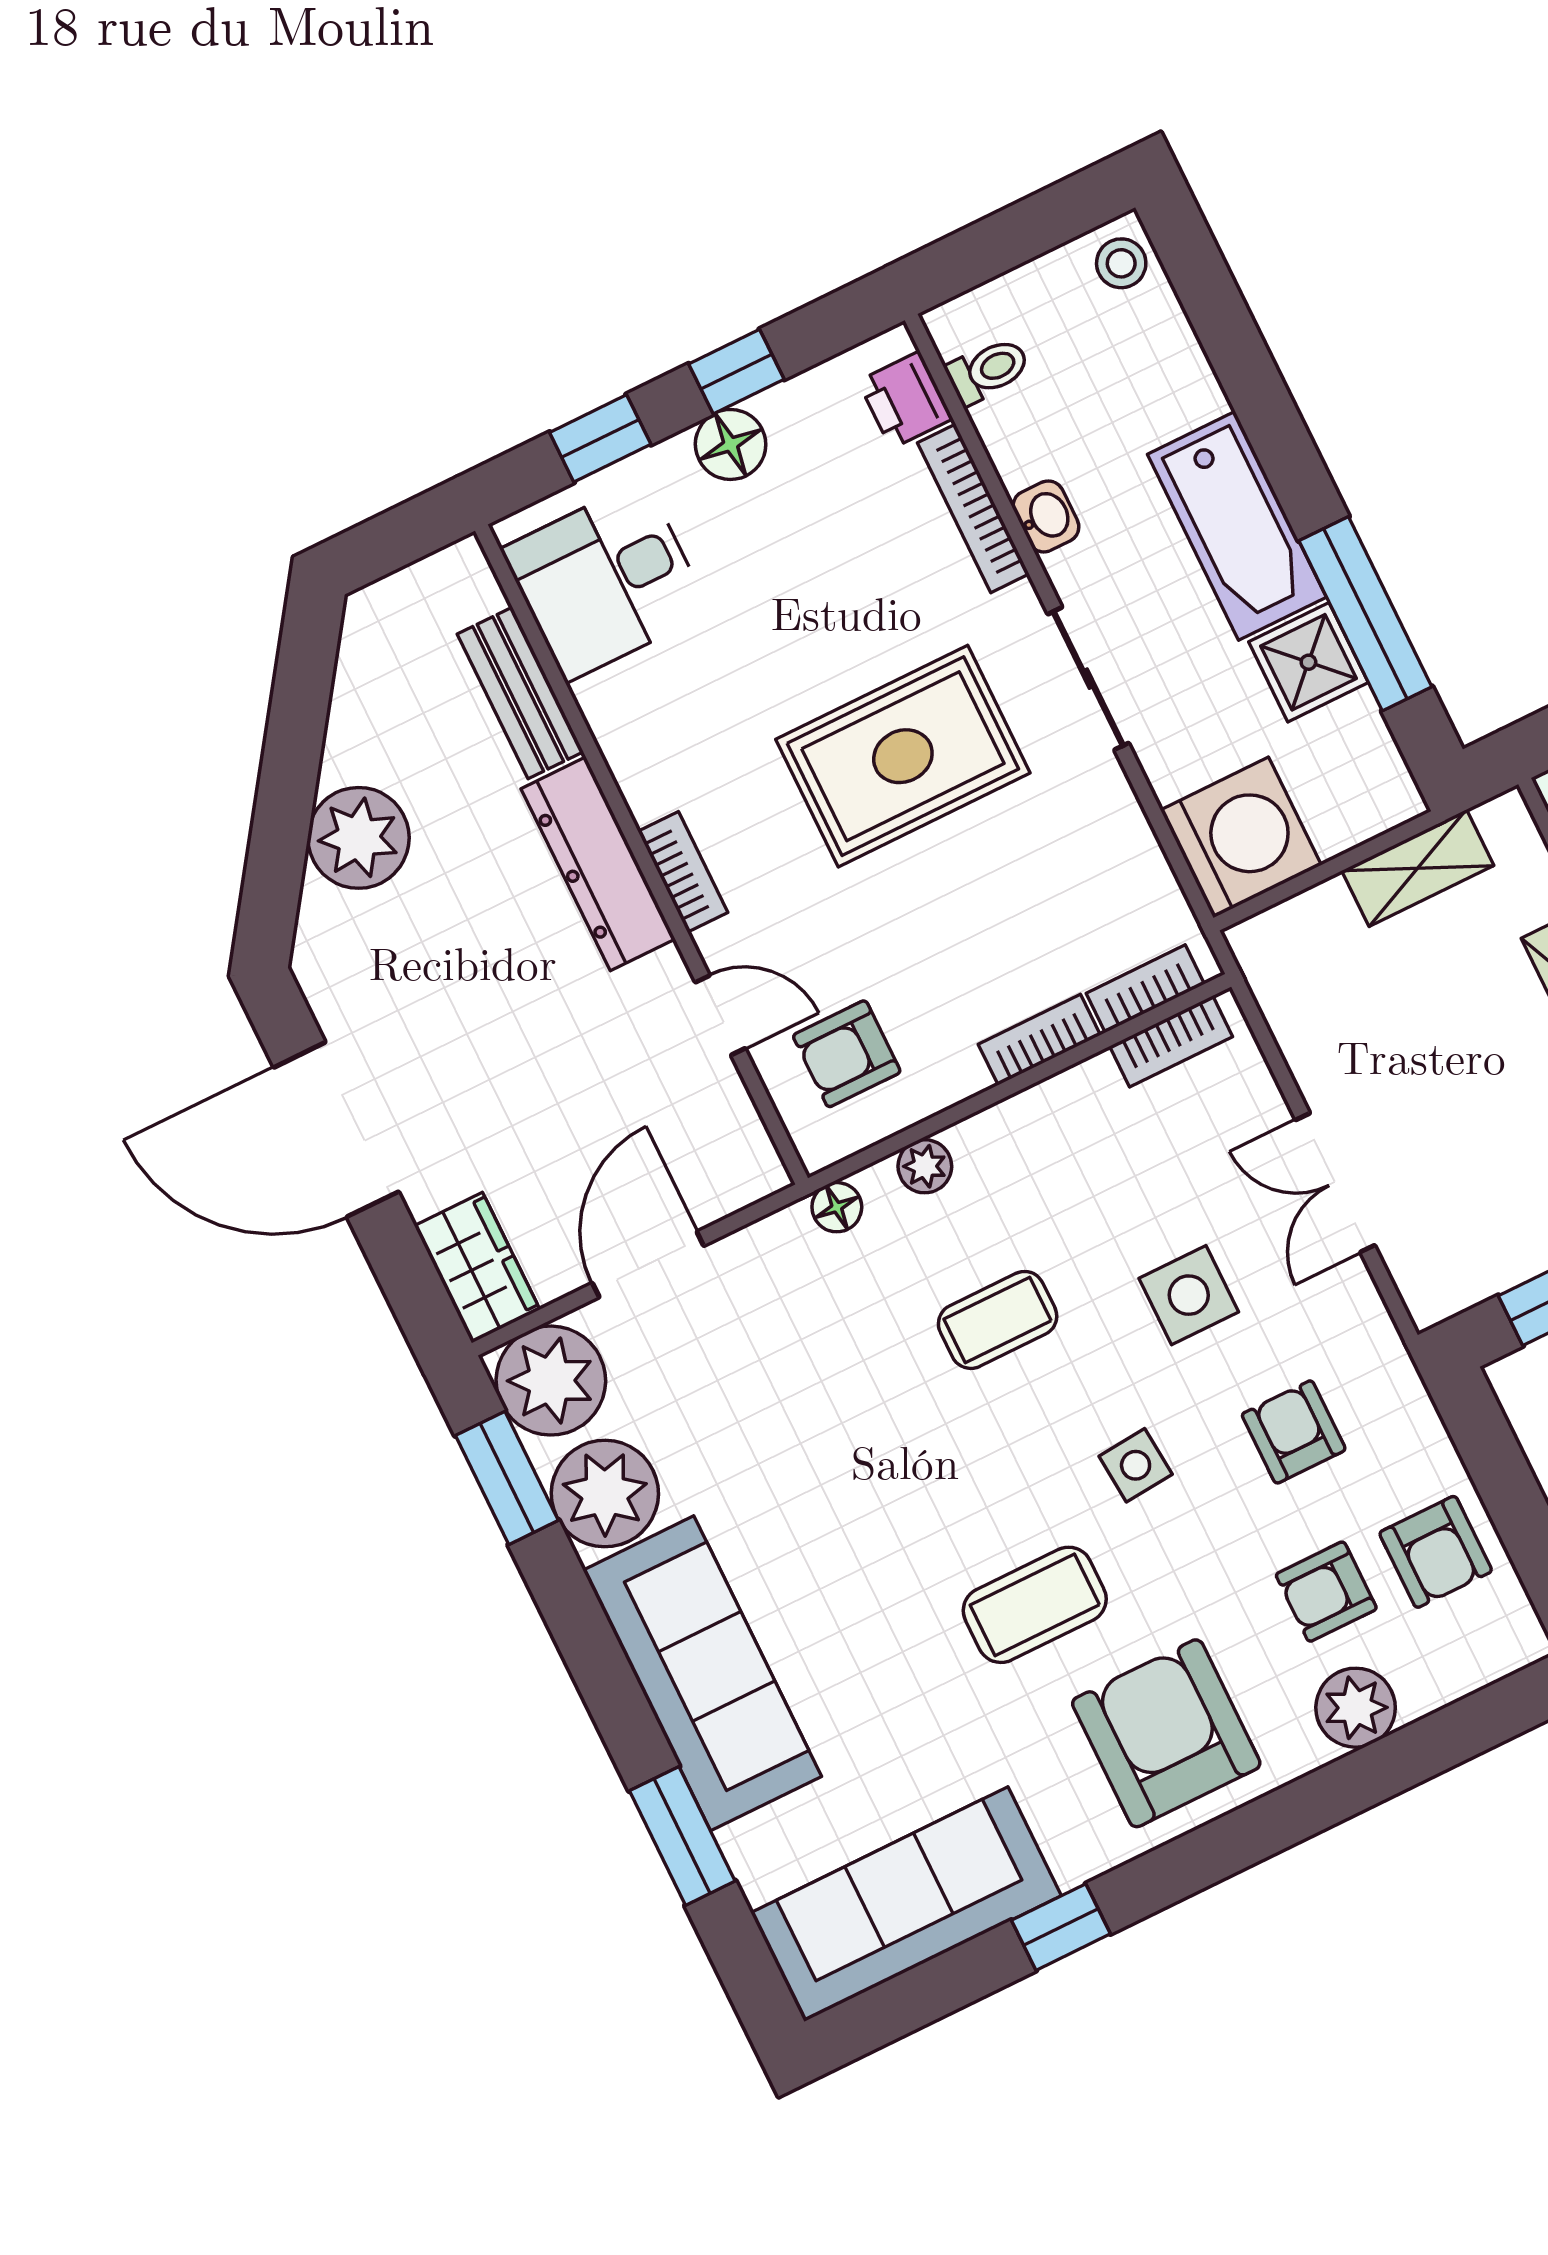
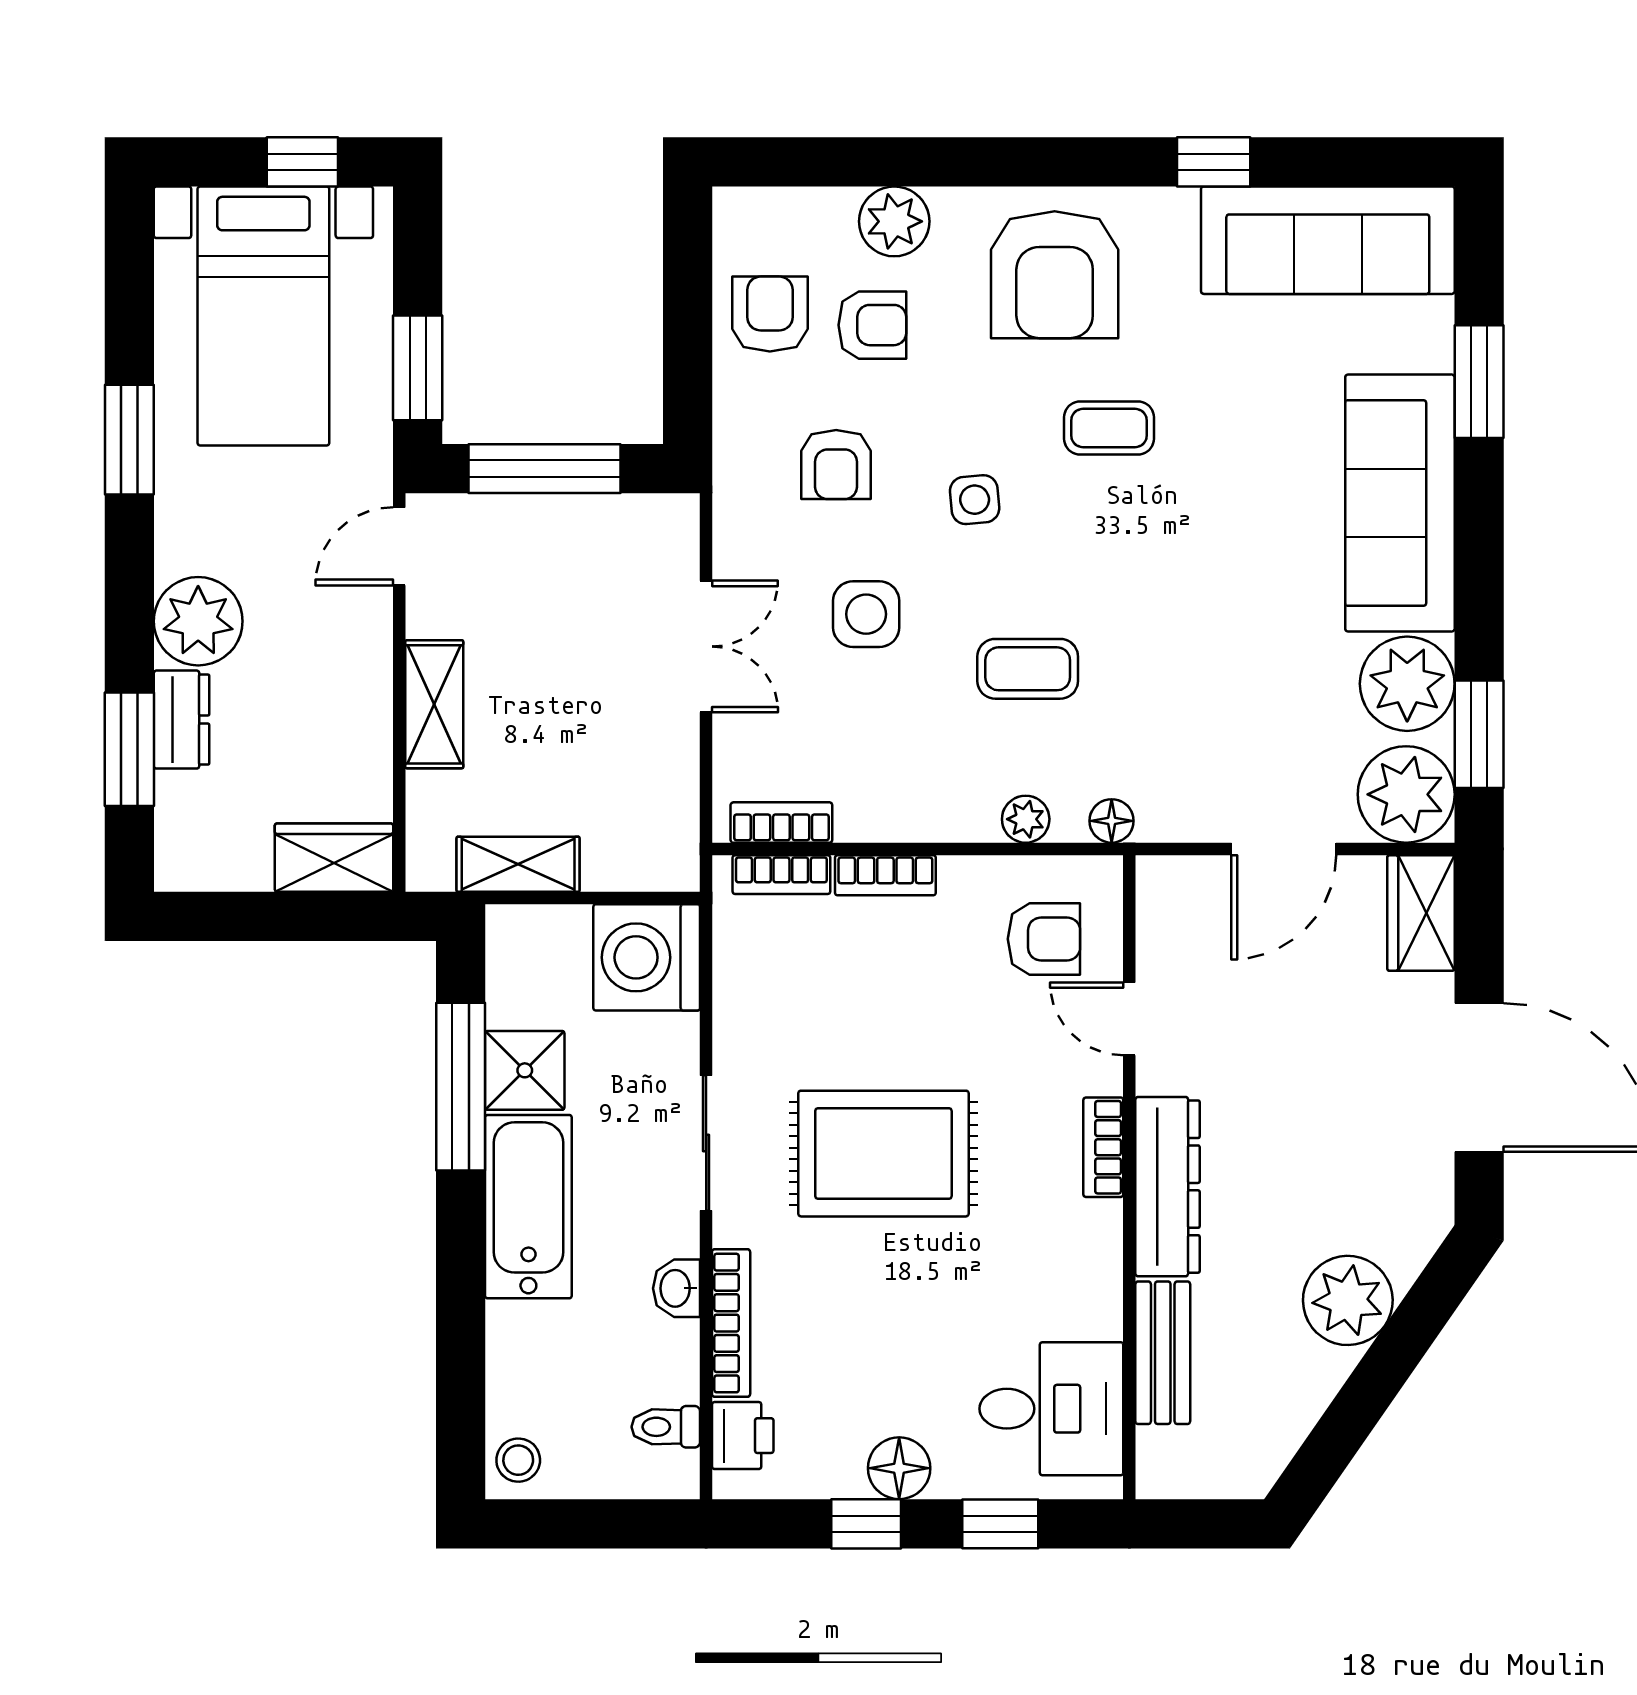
coffee table: (1035, 1605) -> (1109, 428), width x0.73, depth x0.77

